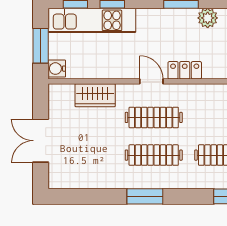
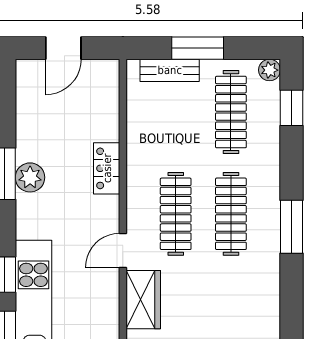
plant: (208, 18) -> (30, 177), moved
door: (151, 81) -> (123, 250), moved

